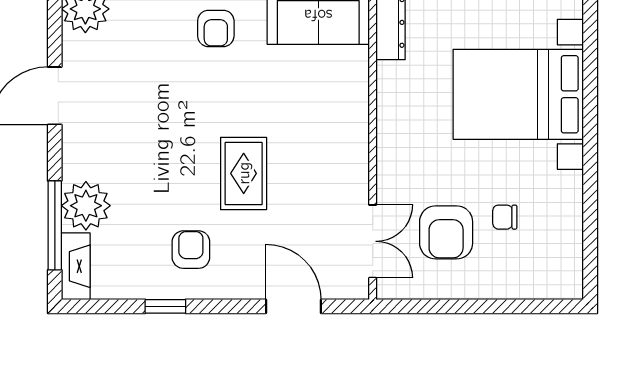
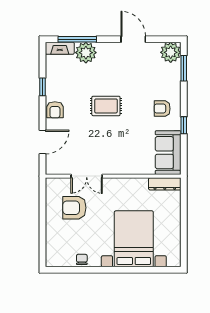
rug: (244, 173) -> (106, 106), moved
chair: (505, 217) -> (82, 259), moved
double door: (373, 241) -> (87, 176), moved
armchair: (191, 250) -> (55, 110), moved, turned 90

